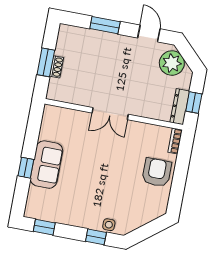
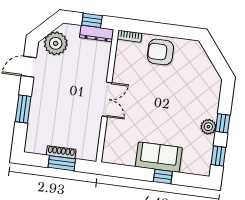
shoe rack: (57, 67) -> (61, 152), width x1.43
plant: (75, 218) -> (208, 127), added
side table: (109, 225) -> (213, 95), removed
window: (96, 237) -> (223, 123), moved

